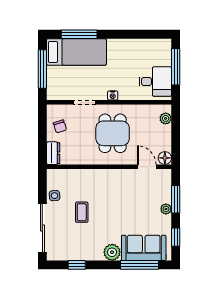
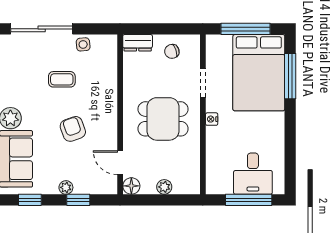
bed: (77, 52) -> (259, 73), width x1.50
desk: (155, 81) -> (253, 174), moved
plant: (166, 118) -> (164, 187), moved
door: (147, 167) -> (120, 163), swing flipped
window: (176, 199) -> (78, 200), width x0.67
armchair: (120, 204) -> (73, 129), added

